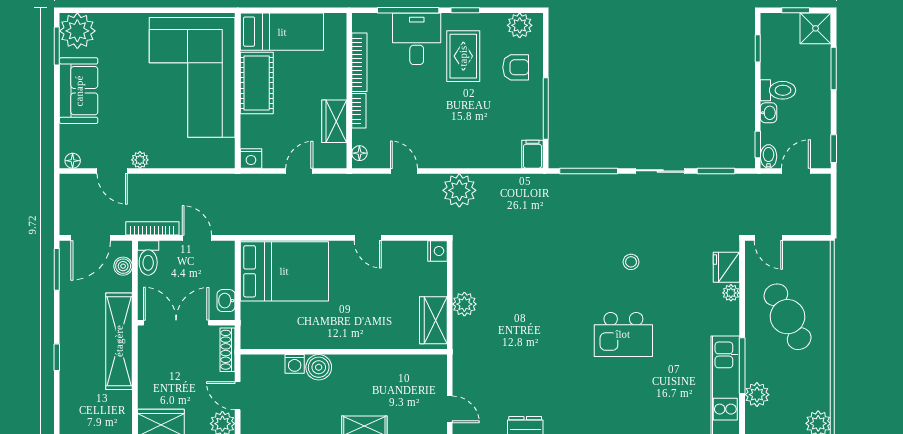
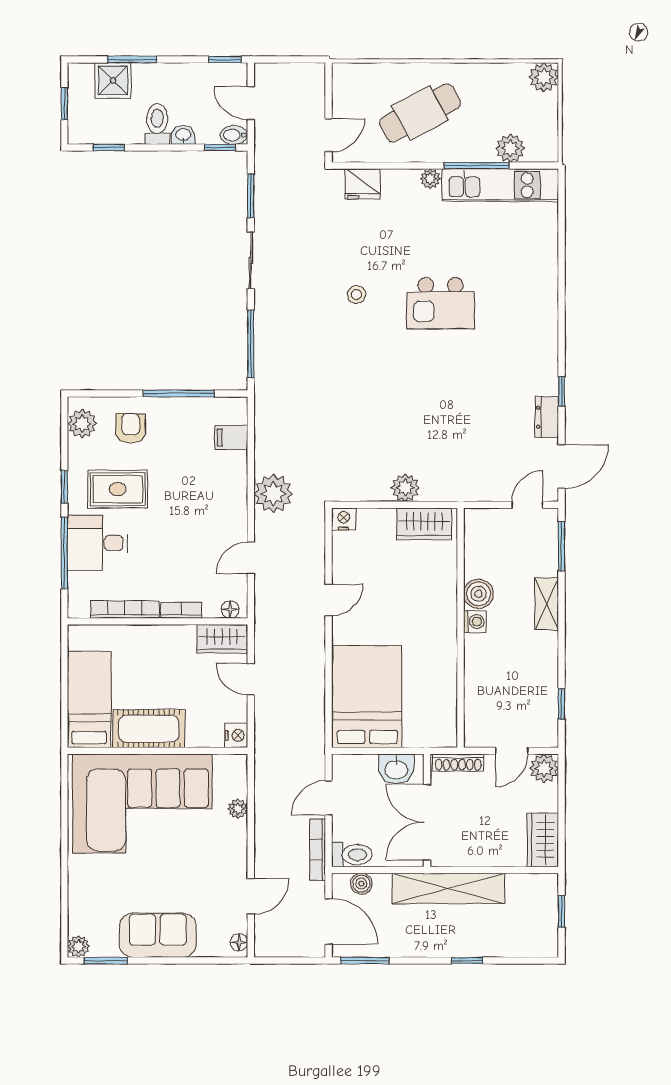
shower: (816, 28) -> (113, 80), moved
plant: (77, 31) -> (79, 946), width x0.53, depth x0.53
wardrobe: (334, 121) -> (222, 639), moved
filing cabinet: (532, 154) -> (231, 437), moved
plant: (140, 160) -> (238, 809), moved
plant: (731, 293) -> (430, 179), moved
washbasin: (226, 301) -> (396, 769), width x1.38, depth x1.45
kitchen island: (623, 334) -> (441, 303), turned 90
washing machine: (295, 364) -> (475, 622), moved
boiler: (319, 367) -> (479, 594), moved

